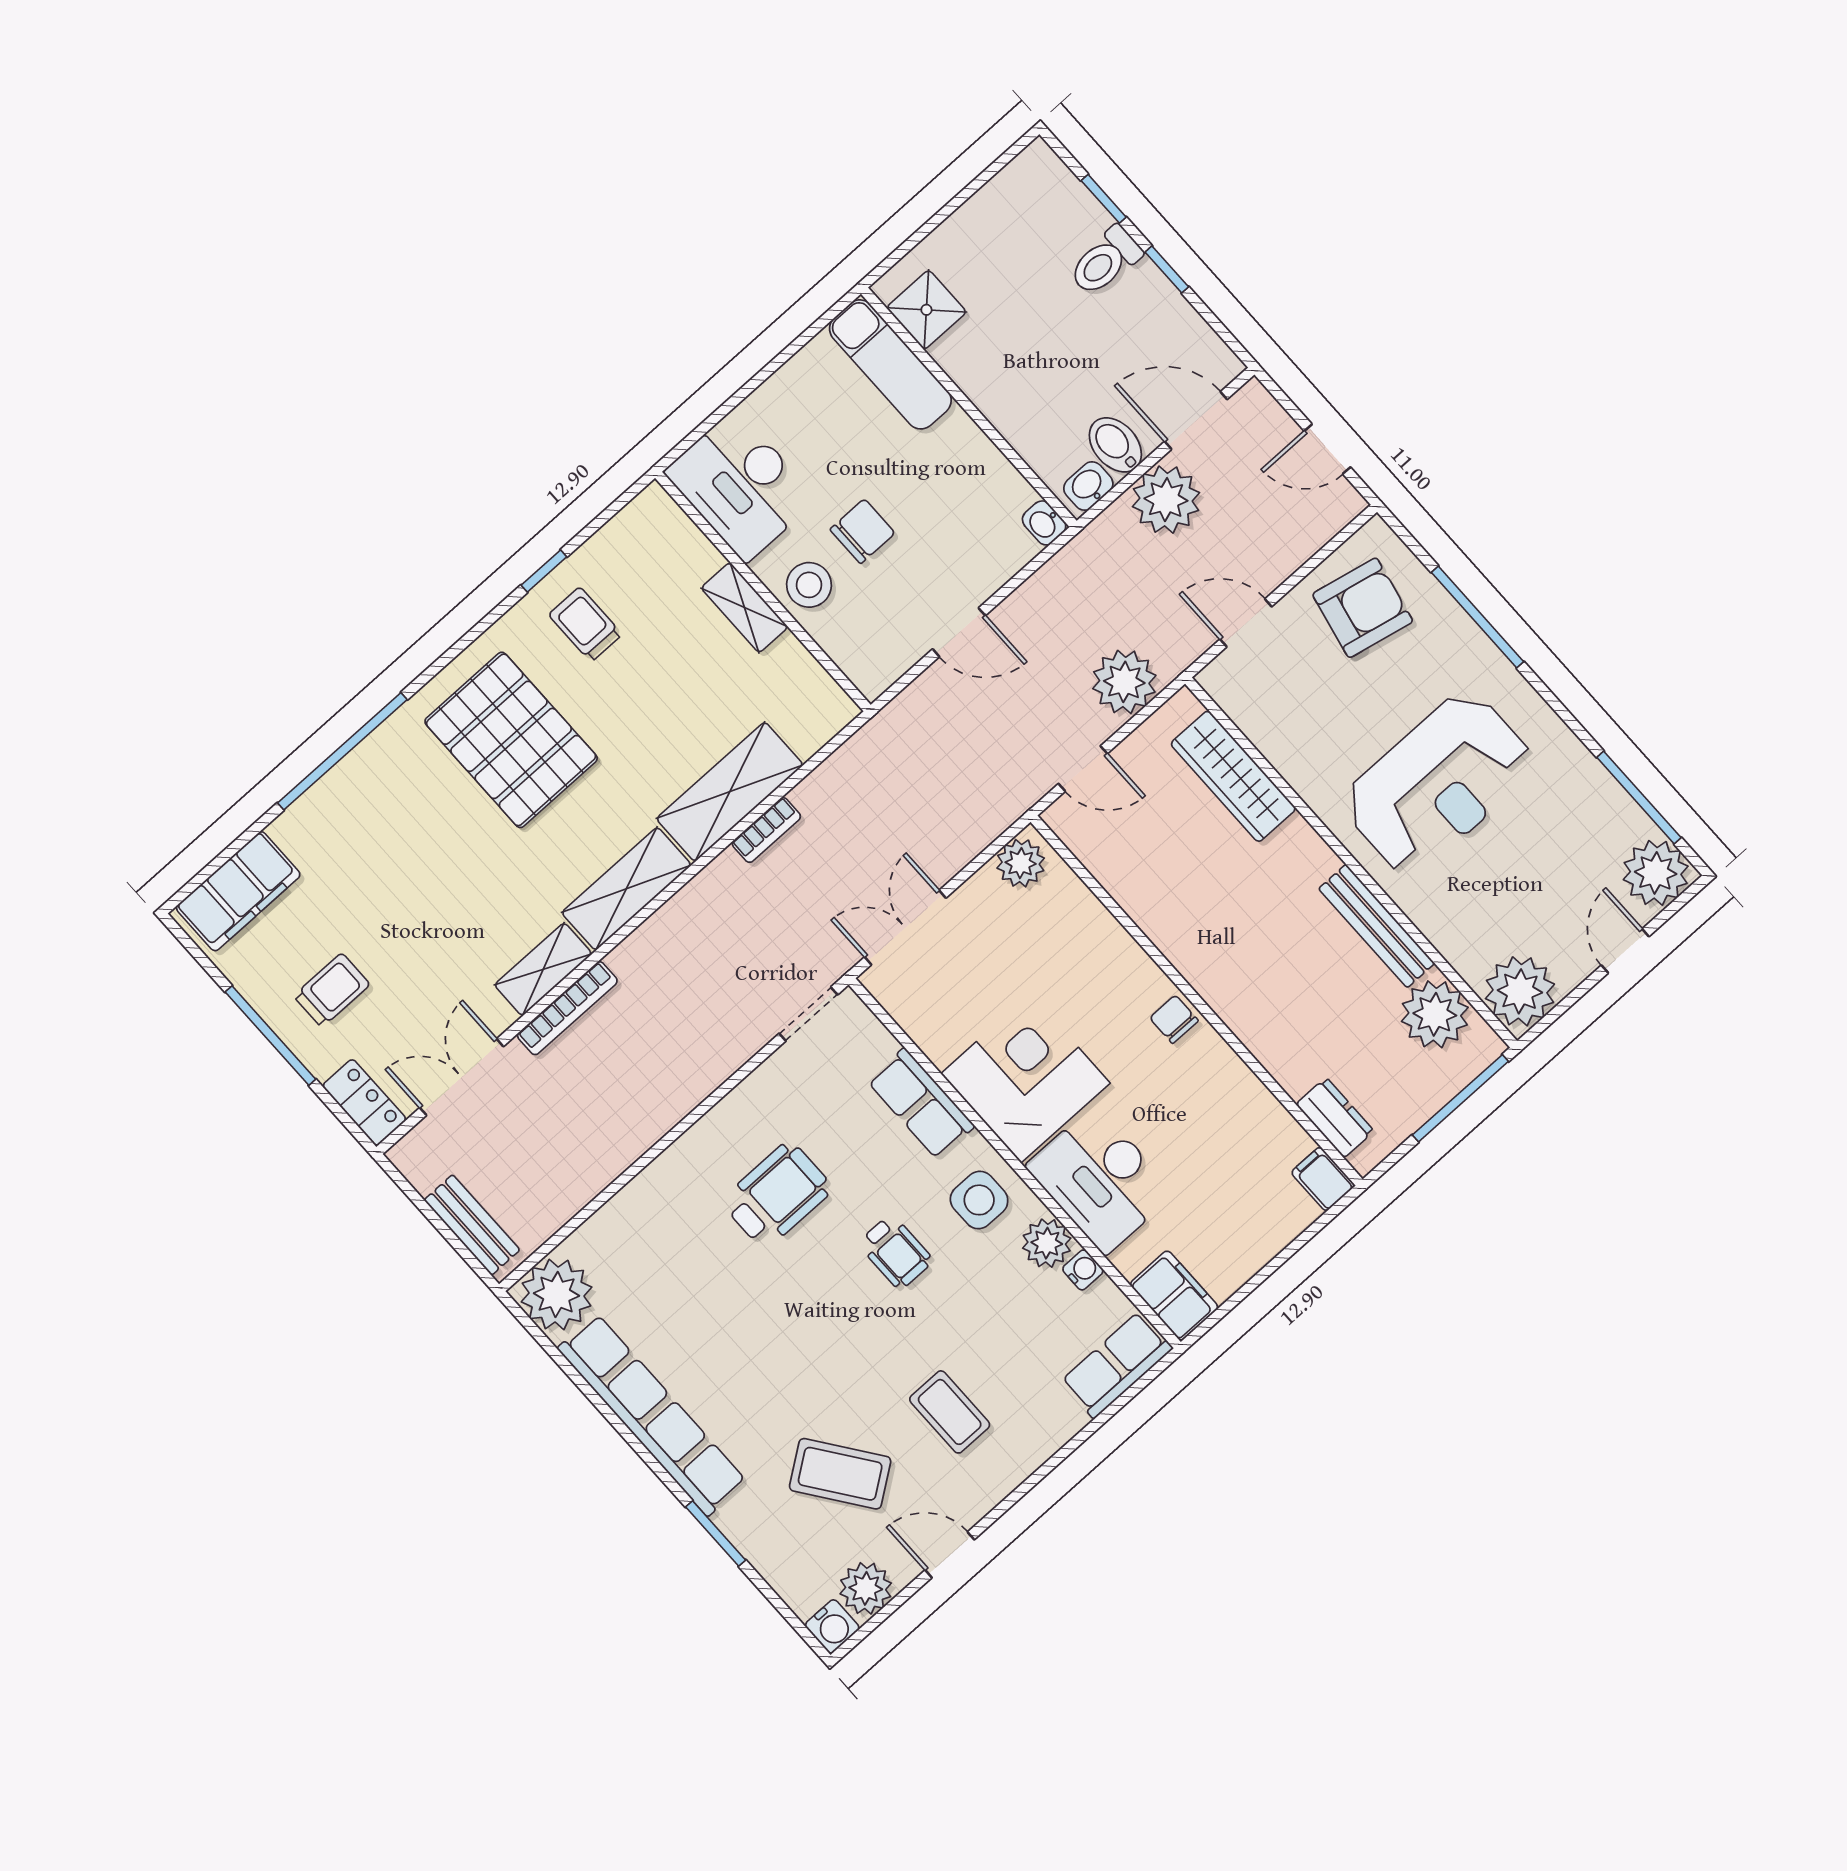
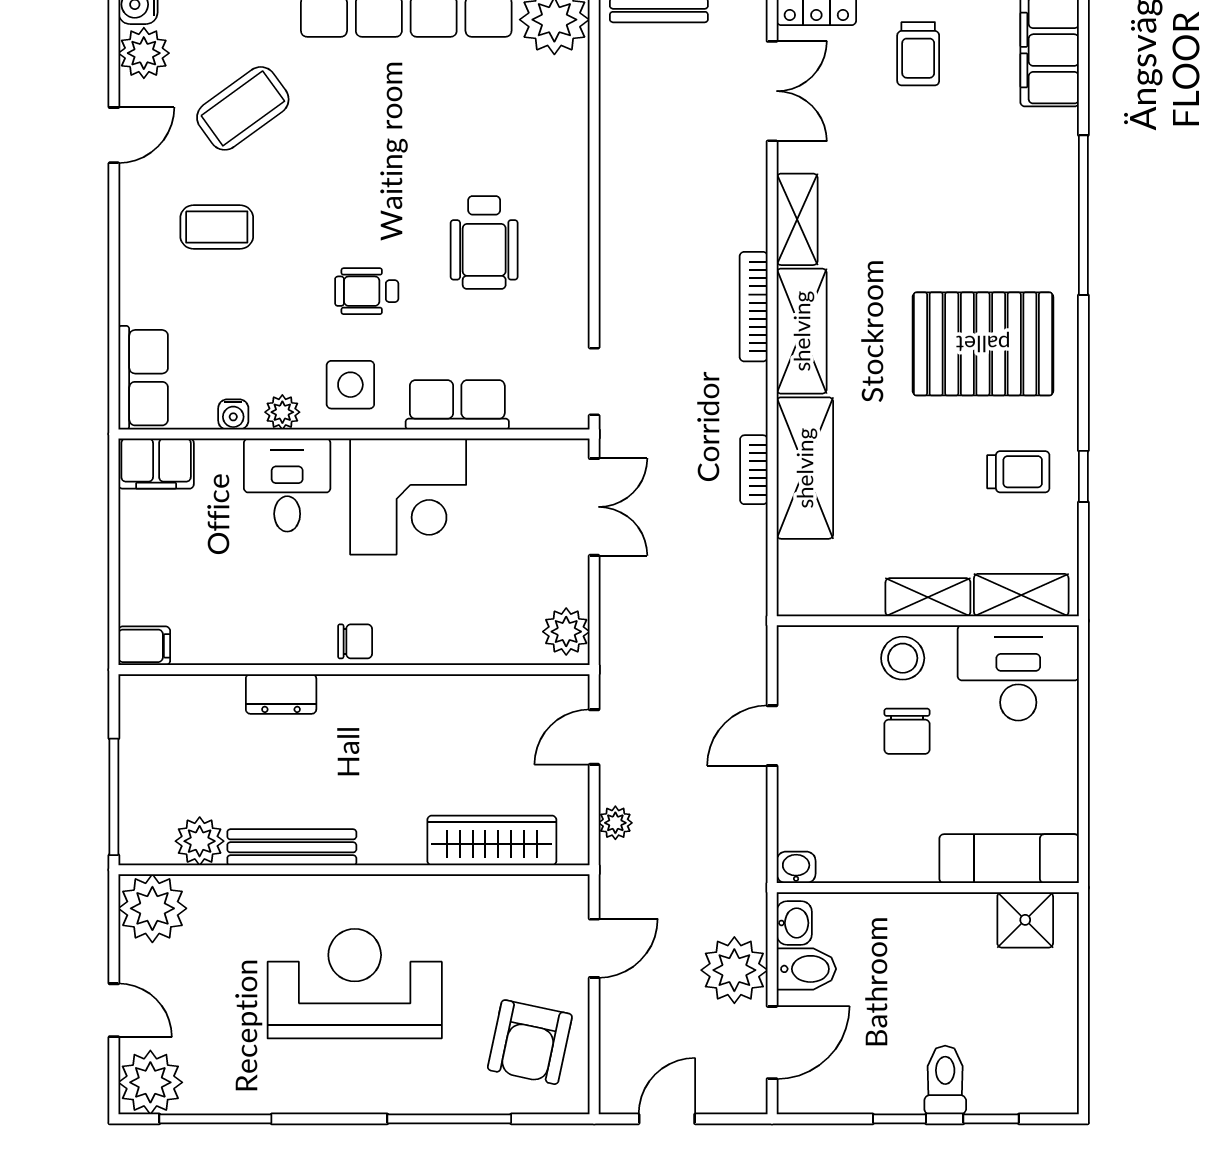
shelving: (678, 537) -> (1021, 595), added
plant: (1124, 682) -> (615, 823), width x0.53, depth x0.53
reception desk: (1438, 783) -> (355, 984), turned 90
bookcase: (567, 1008) -> (754, 307), moved
plant: (1435, 1014) -> (200, 841), width x0.73, depth x0.73
dresser: (1335, 1118) -> (281, 694), moved
desk: (1100, 1180) -> (287, 485), width x0.73
plant: (1047, 1243) -> (282, 412), width x0.73, depth x0.73

